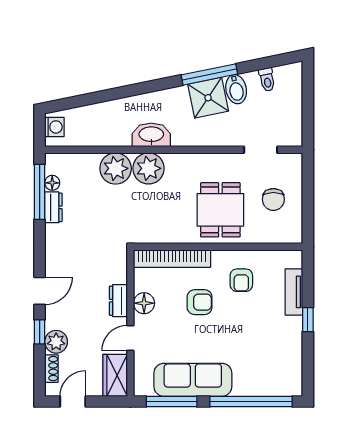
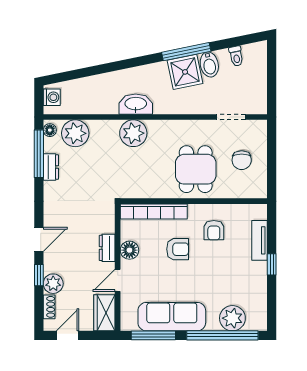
plant: (116, 168) -> (75, 133), moved
floor lamp: (52, 183) -> (50, 130), moved
plant: (263, 382) -> (232, 318), added

